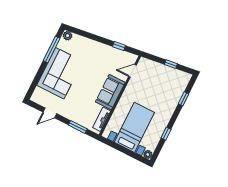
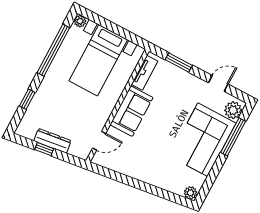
window: (119, 46) -> (117, 177), removed
window: (52, 49) -> (233, 137), moved
dresser: (165, 70) -> (52, 141), added
plant: (39, 94) -> (233, 110), added
window: (166, 134) -> (53, 50), width x3.17

